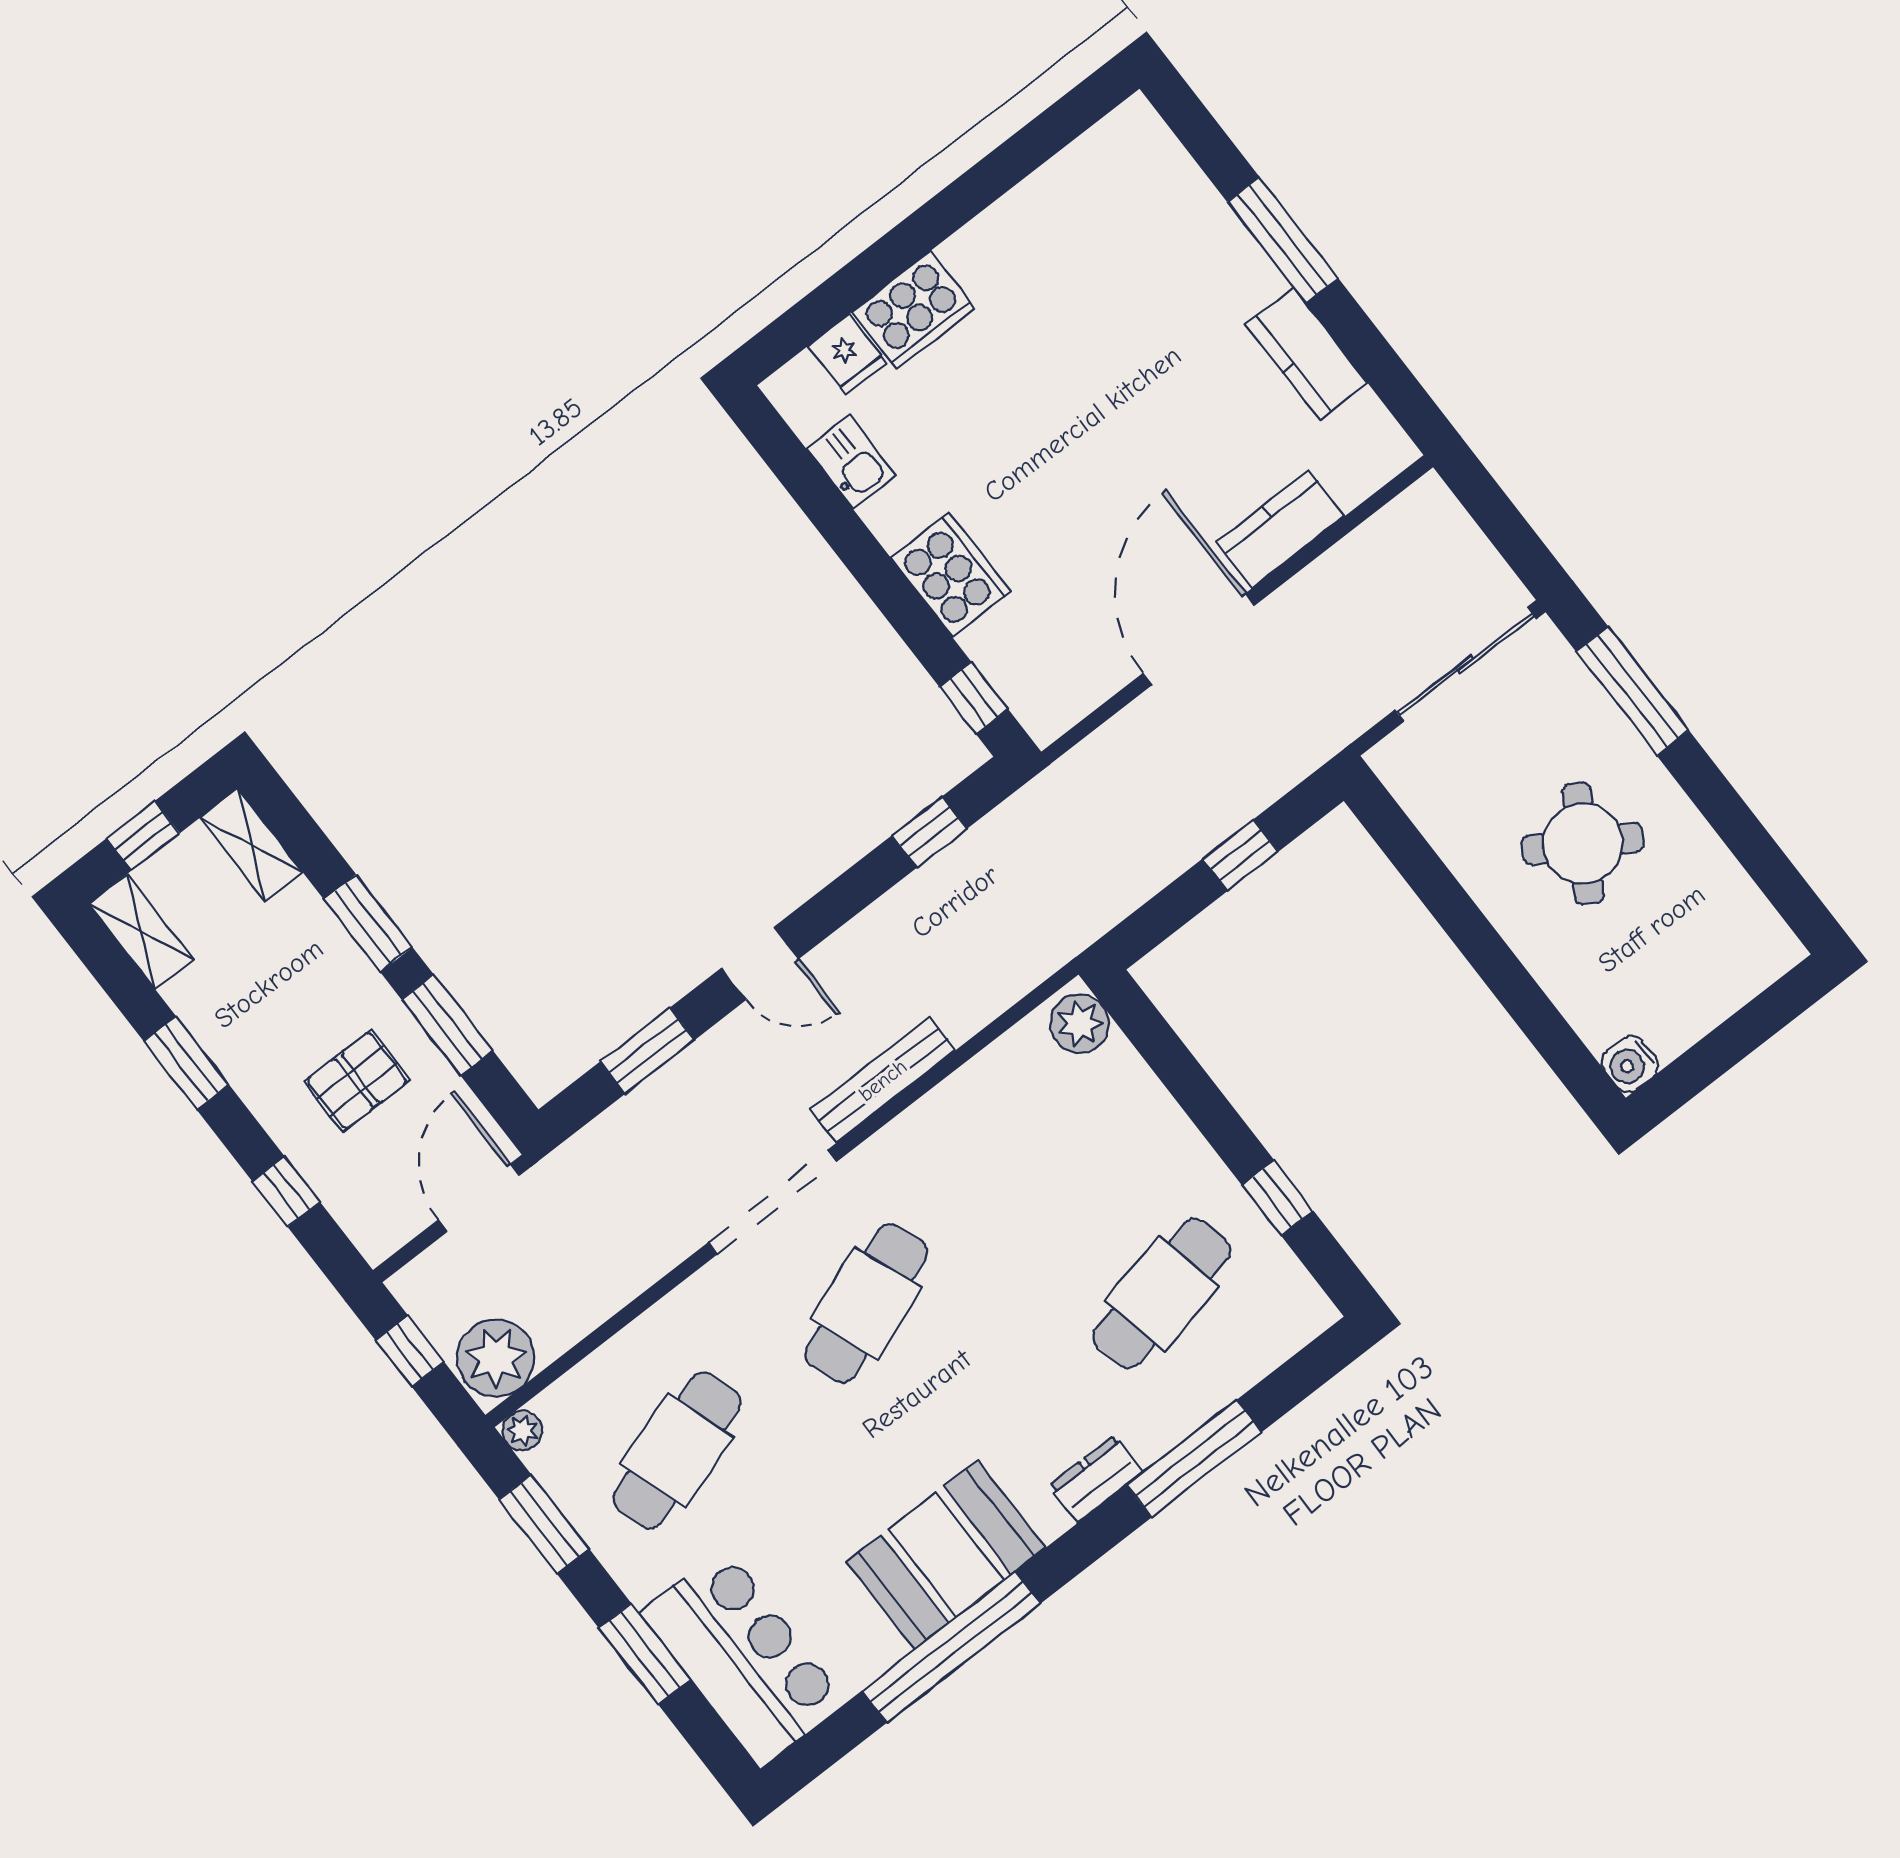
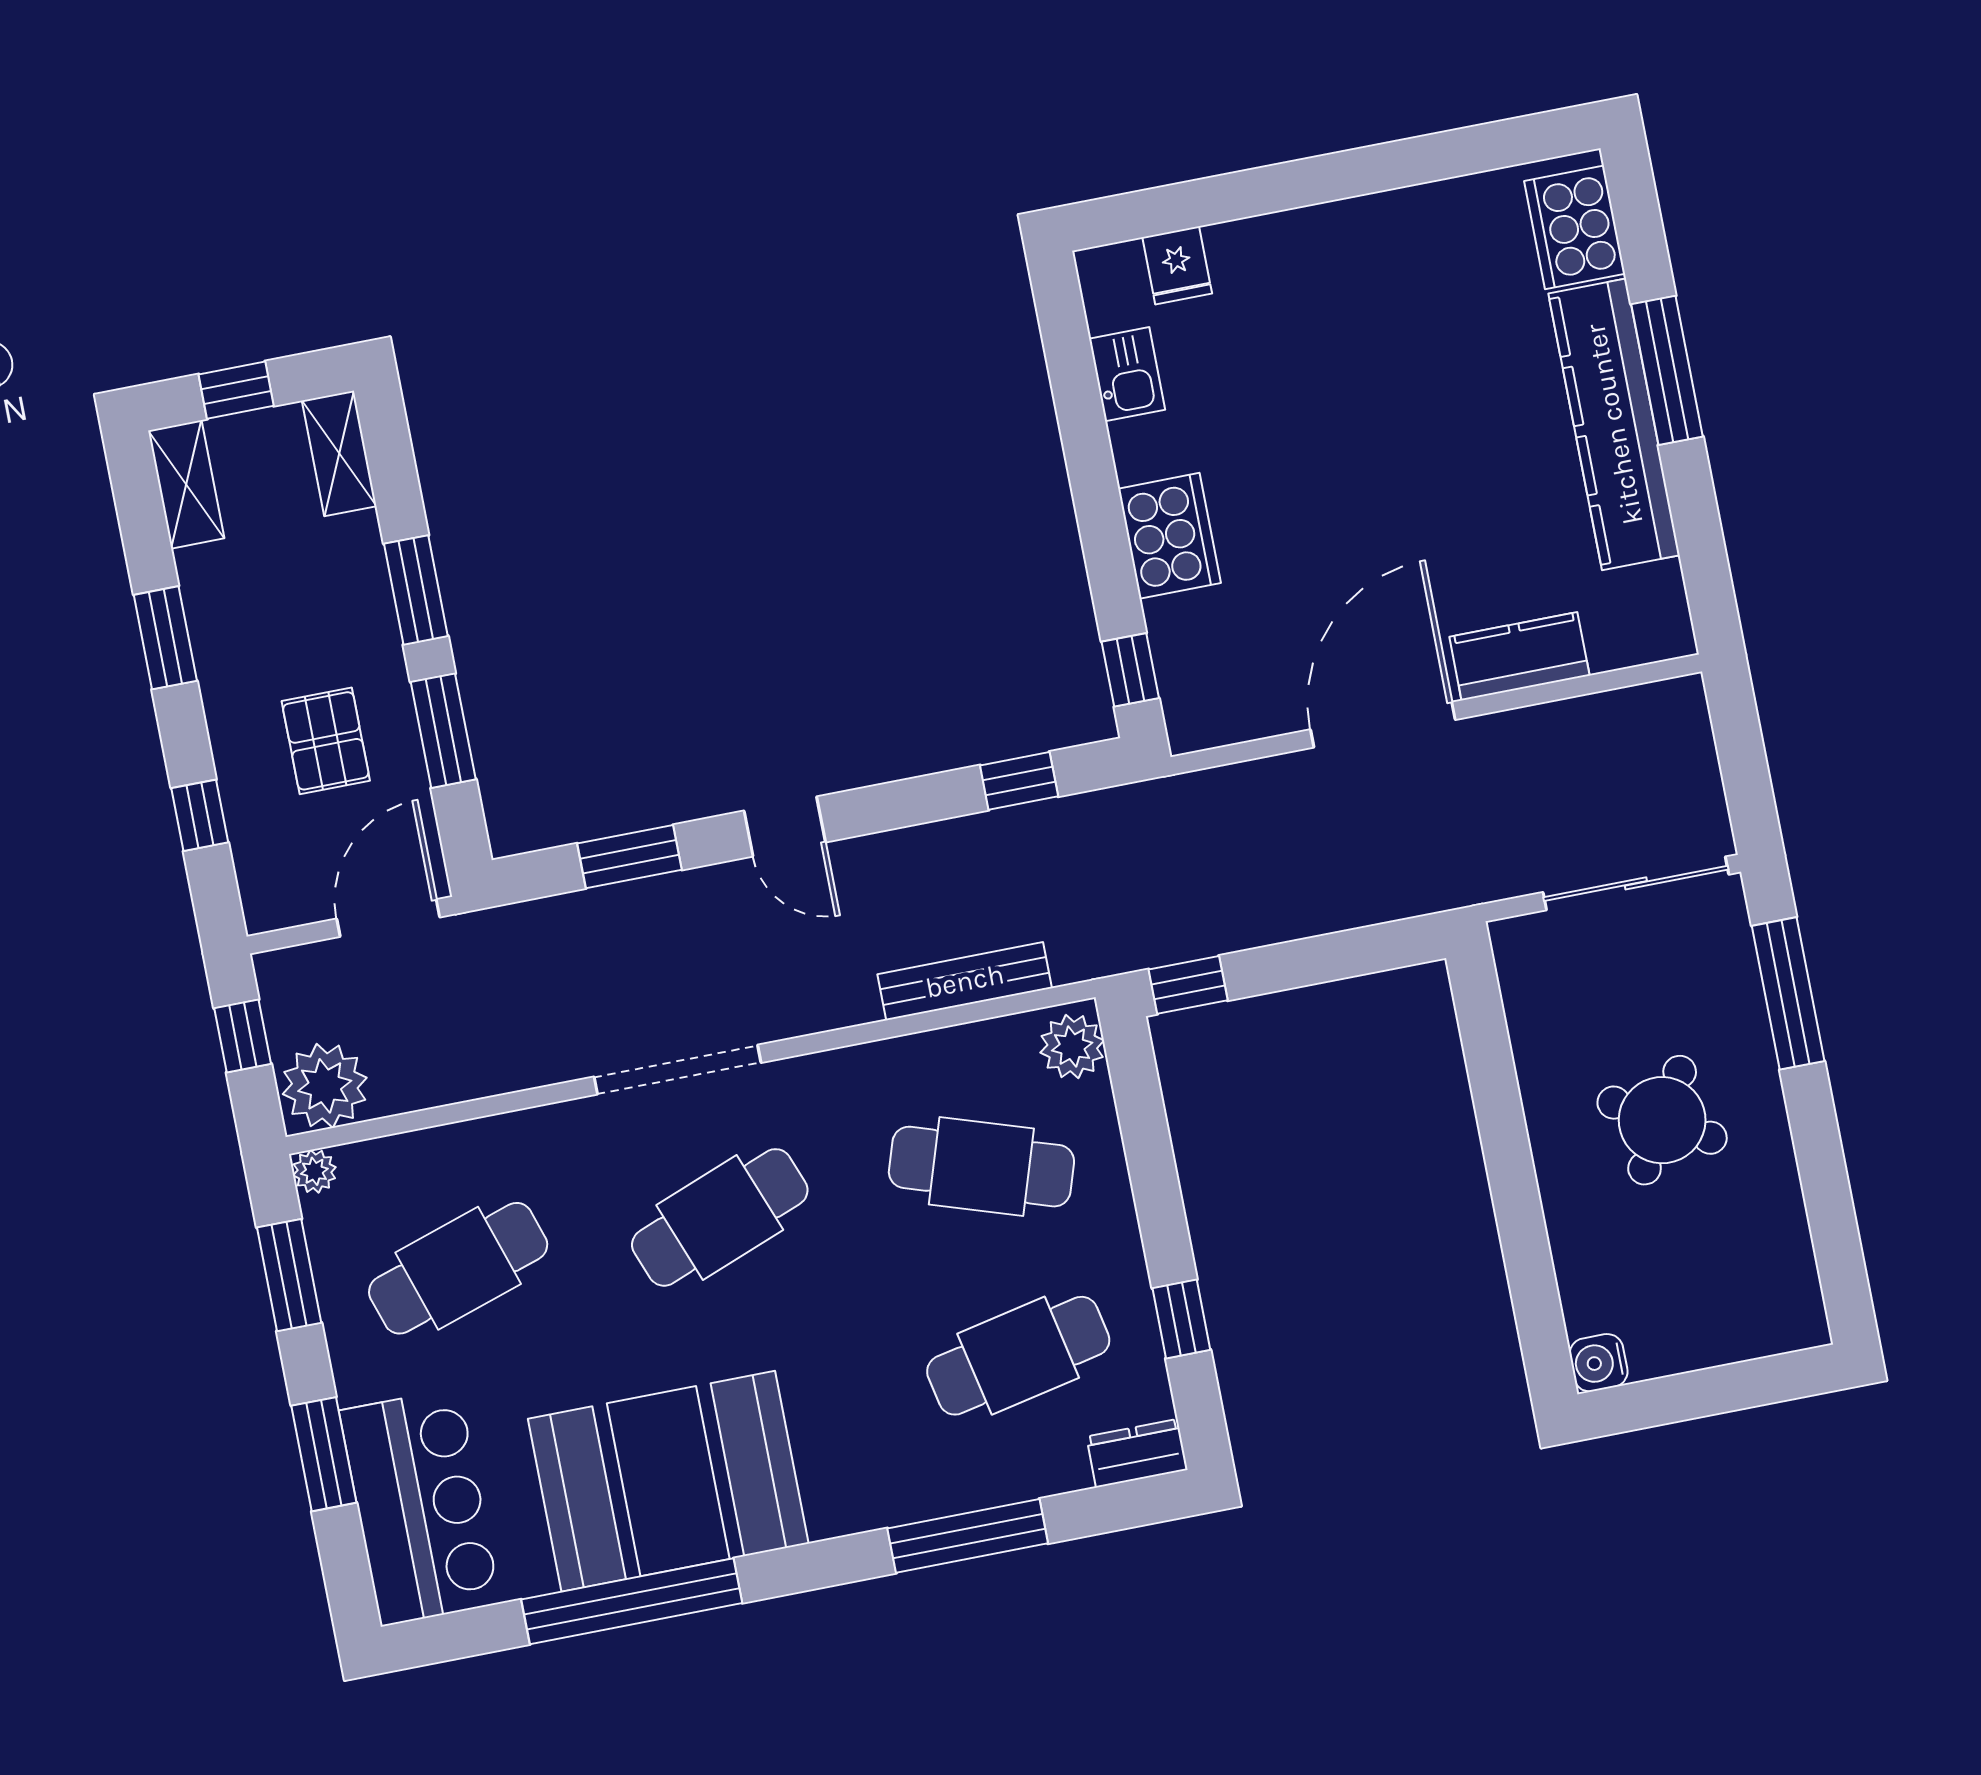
cooker: (914, 310) -> (1575, 227), moved, turned 90
kitchen counter: (1307, 354) -> (1614, 424), width x2.08, depth x1.17
window: (1240, 855) -> (1188, 985), moved
bench: (883, 1080) -> (965, 981), moved
pallet: (357, 1081) -> (326, 741), turned 90
cafe table: (1055, 1157) -> (981, 1167), added
dresser: (1096, 1479) -> (1137, 1453), moved
booth: (946, 1555) -> (668, 1481), width x1.36, depth x1.42

